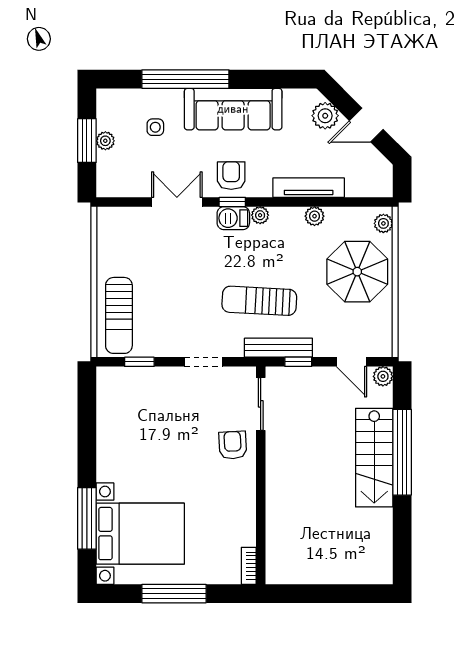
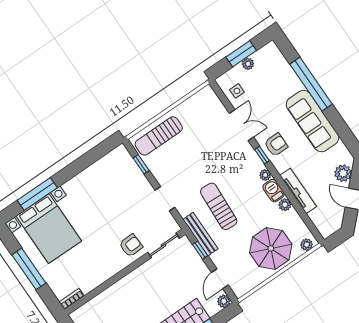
side table: (155, 127) -> (237, 91), moved
barbecue: (233, 218) -> (274, 191), moved

